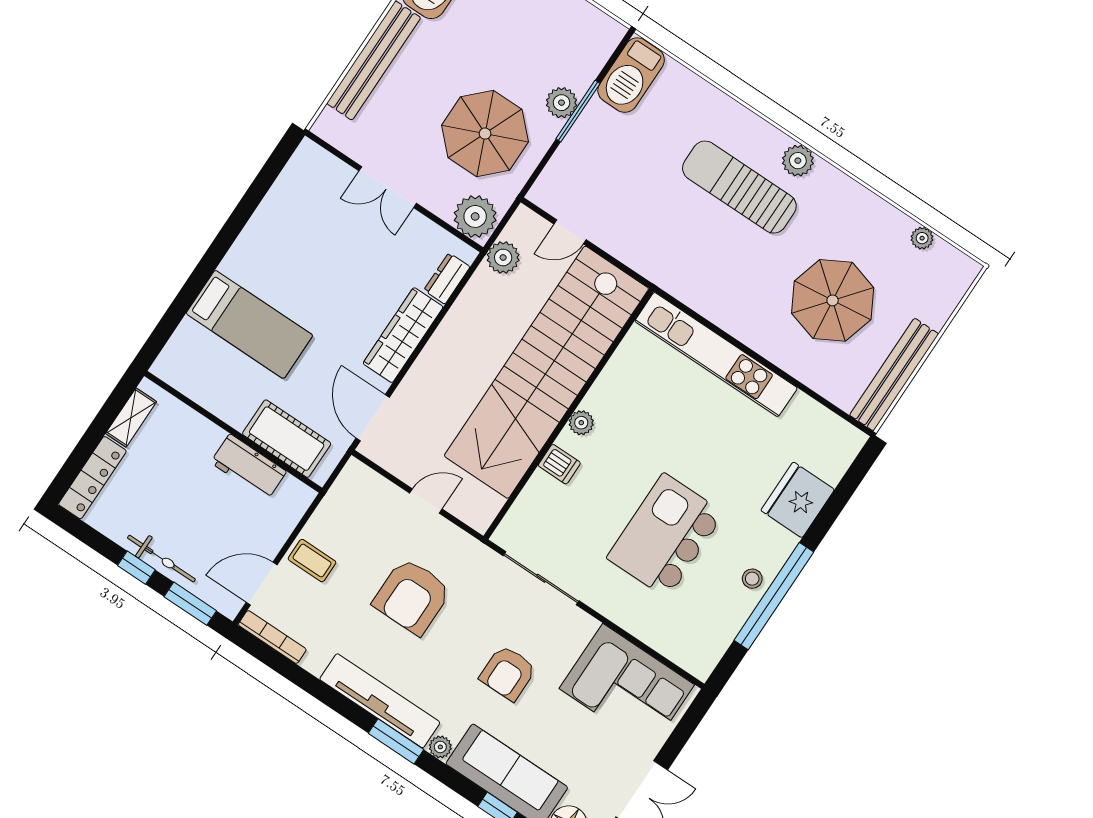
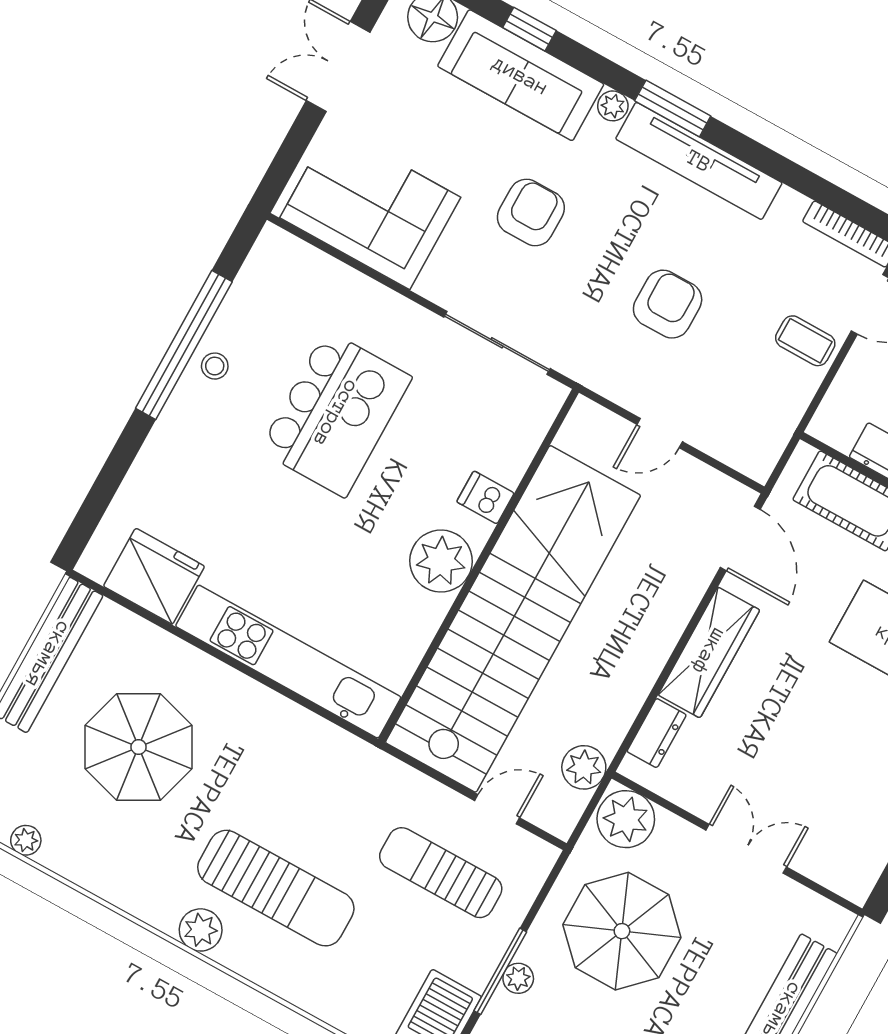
plant: (561, 103) -> (518, 978), width x0.73, depth x0.73
sun lounger: (616, 188) -> (441, 873), added
plant: (581, 423) -> (441, 561), width x1.87, depth x1.87
fridge: (798, 500) -> (154, 576), moved, turned -90
armchair: (412, 596) -> (668, 304), width x0.73, depth x0.73

